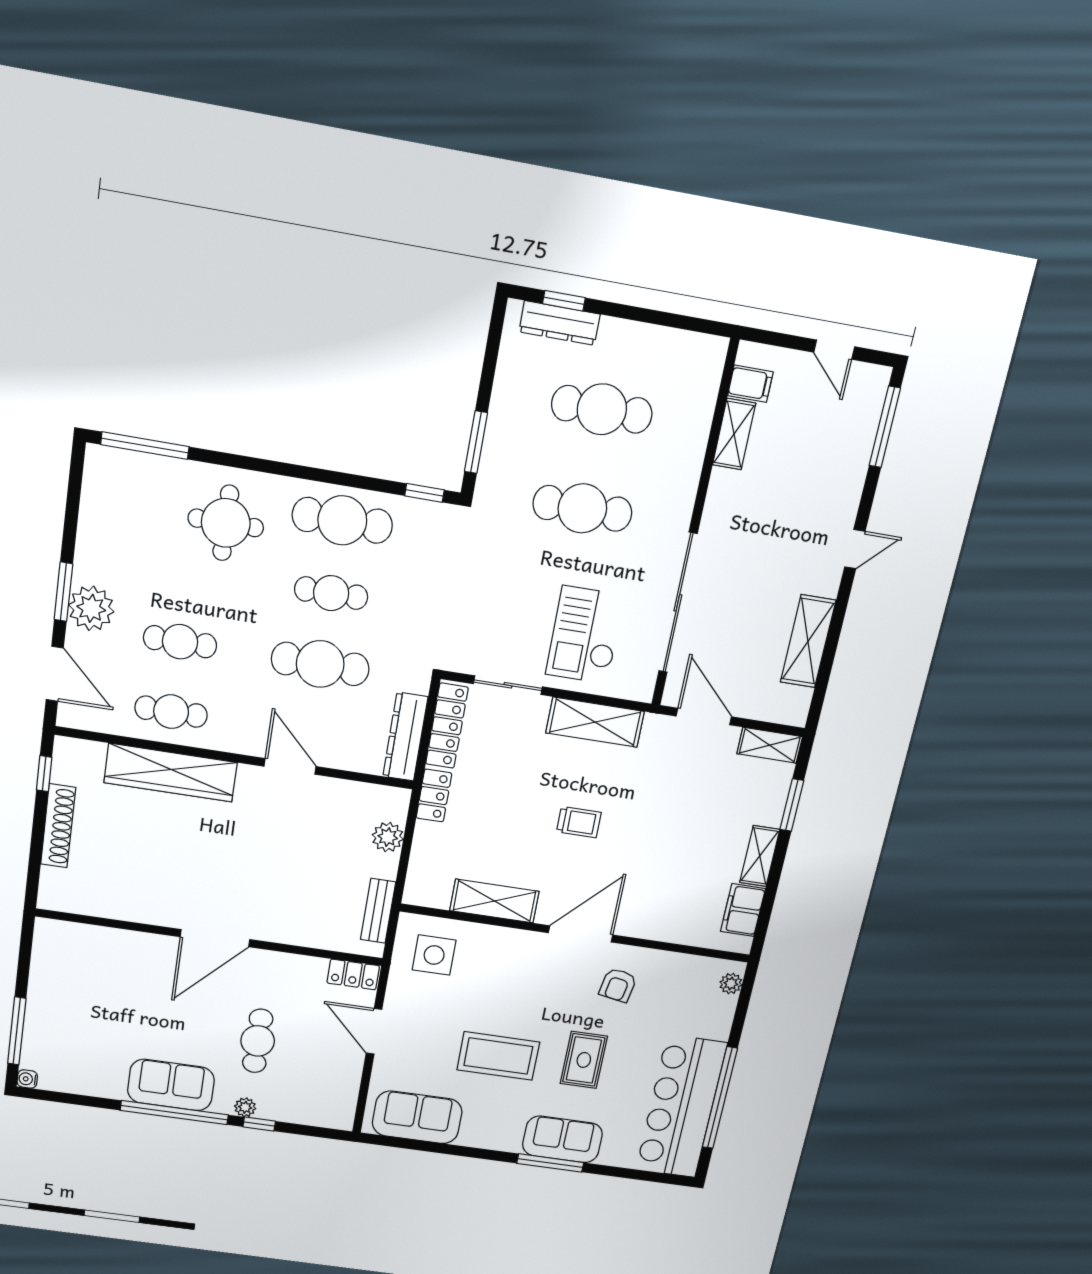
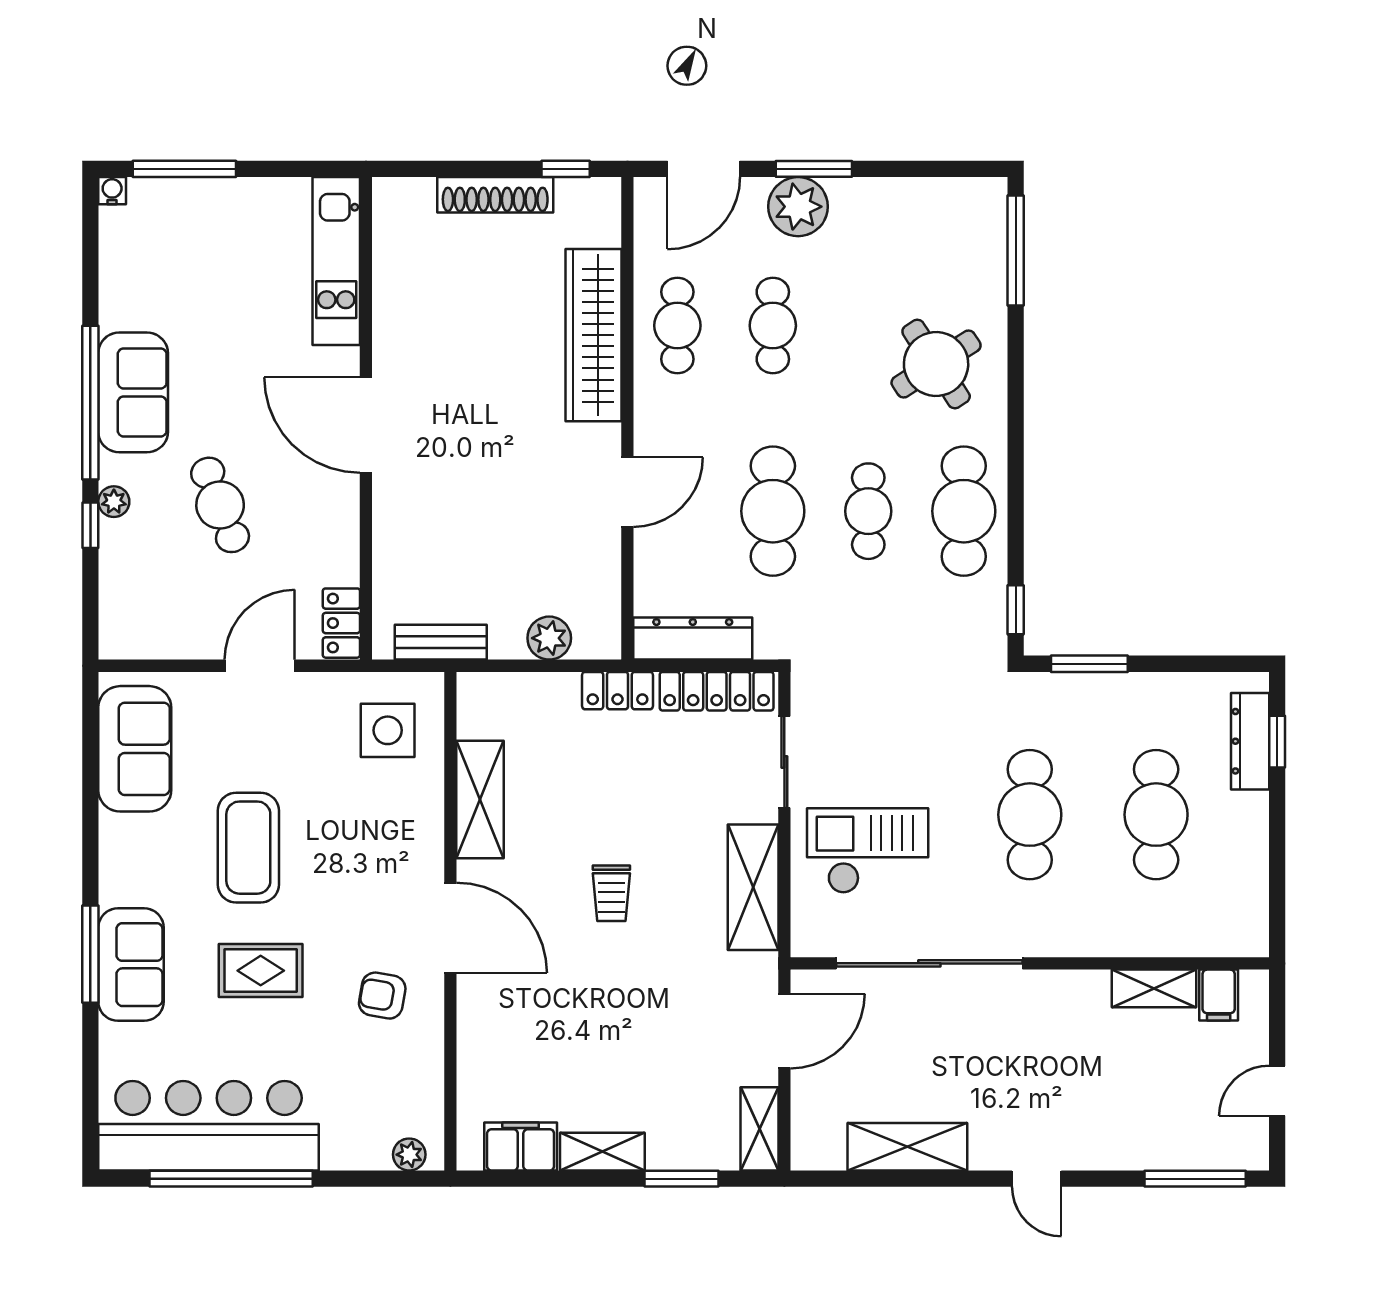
round table: (226, 523) -> (936, 364), turned -33
kitchen unit: (94, 941) -> (336, 261), added
cafe table: (258, 1041) -> (220, 505), turned 69

